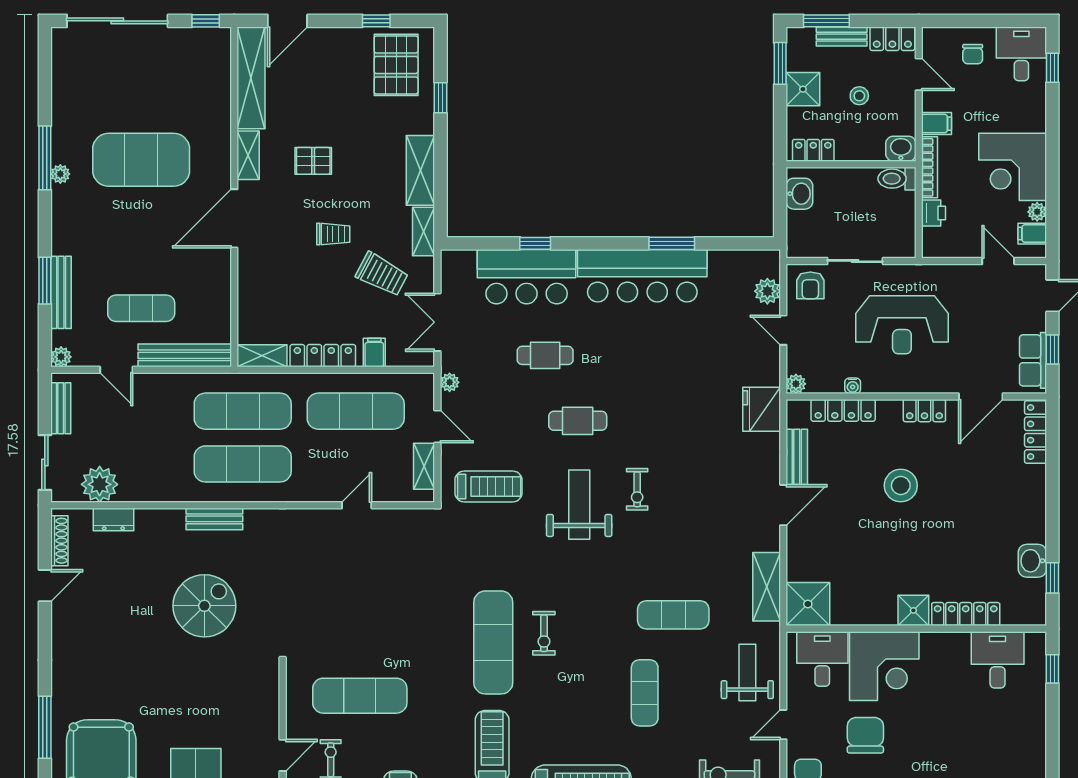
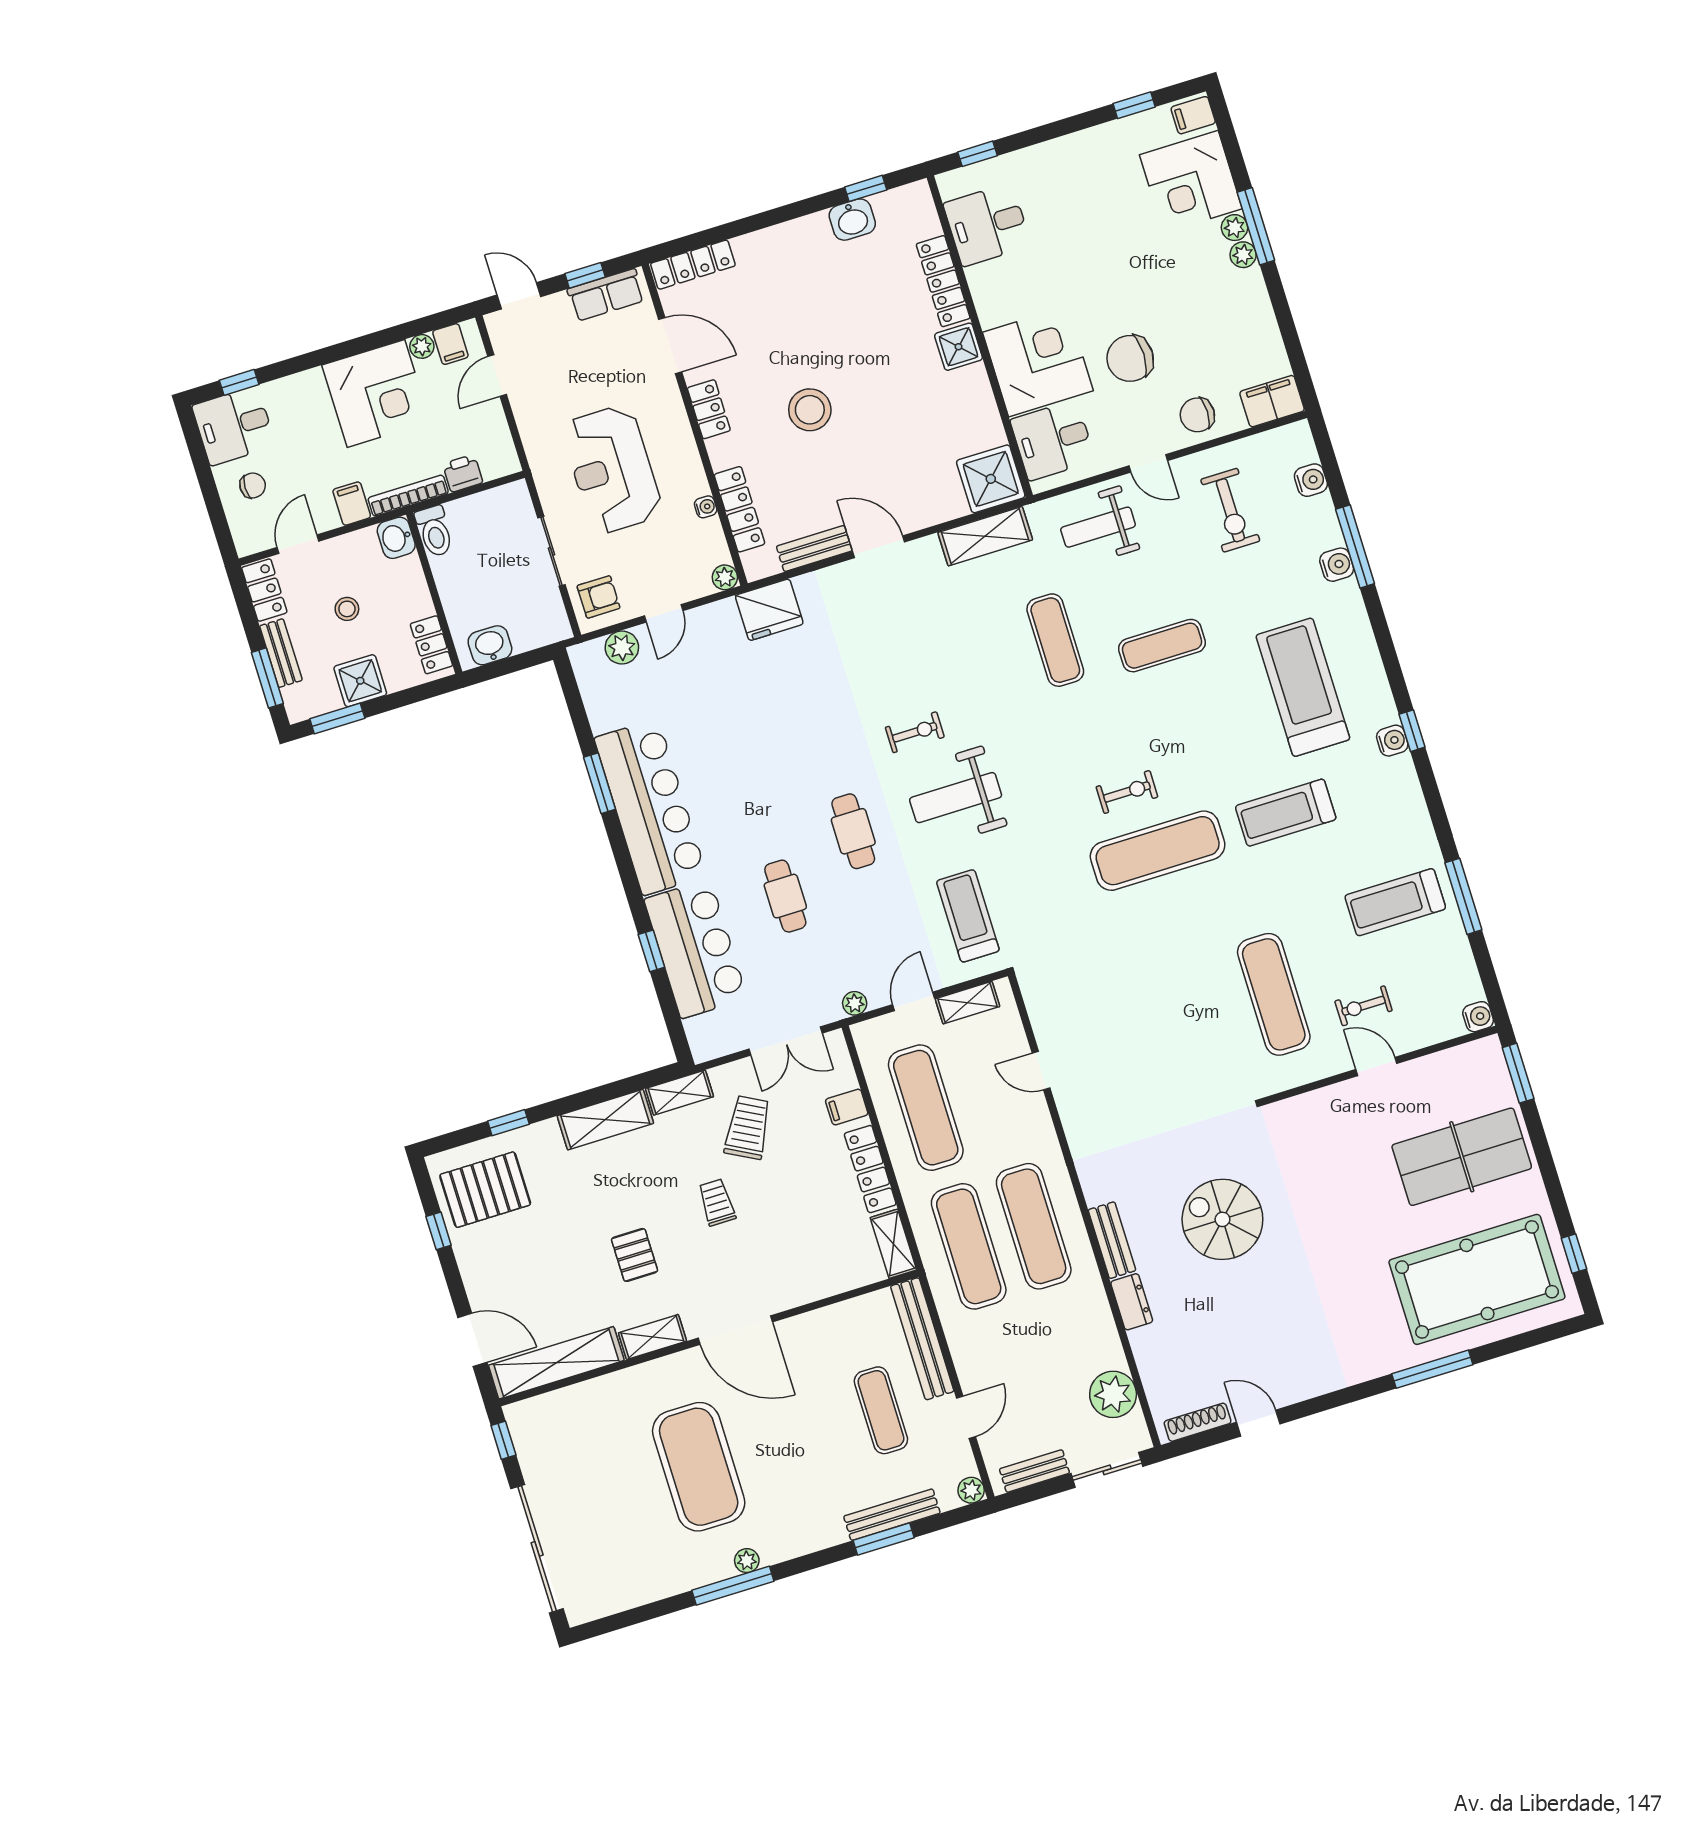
reception desk: (902, 325) -> (612, 469), turned 180
dresser: (113, 519) -> (1132, 1302), moved

